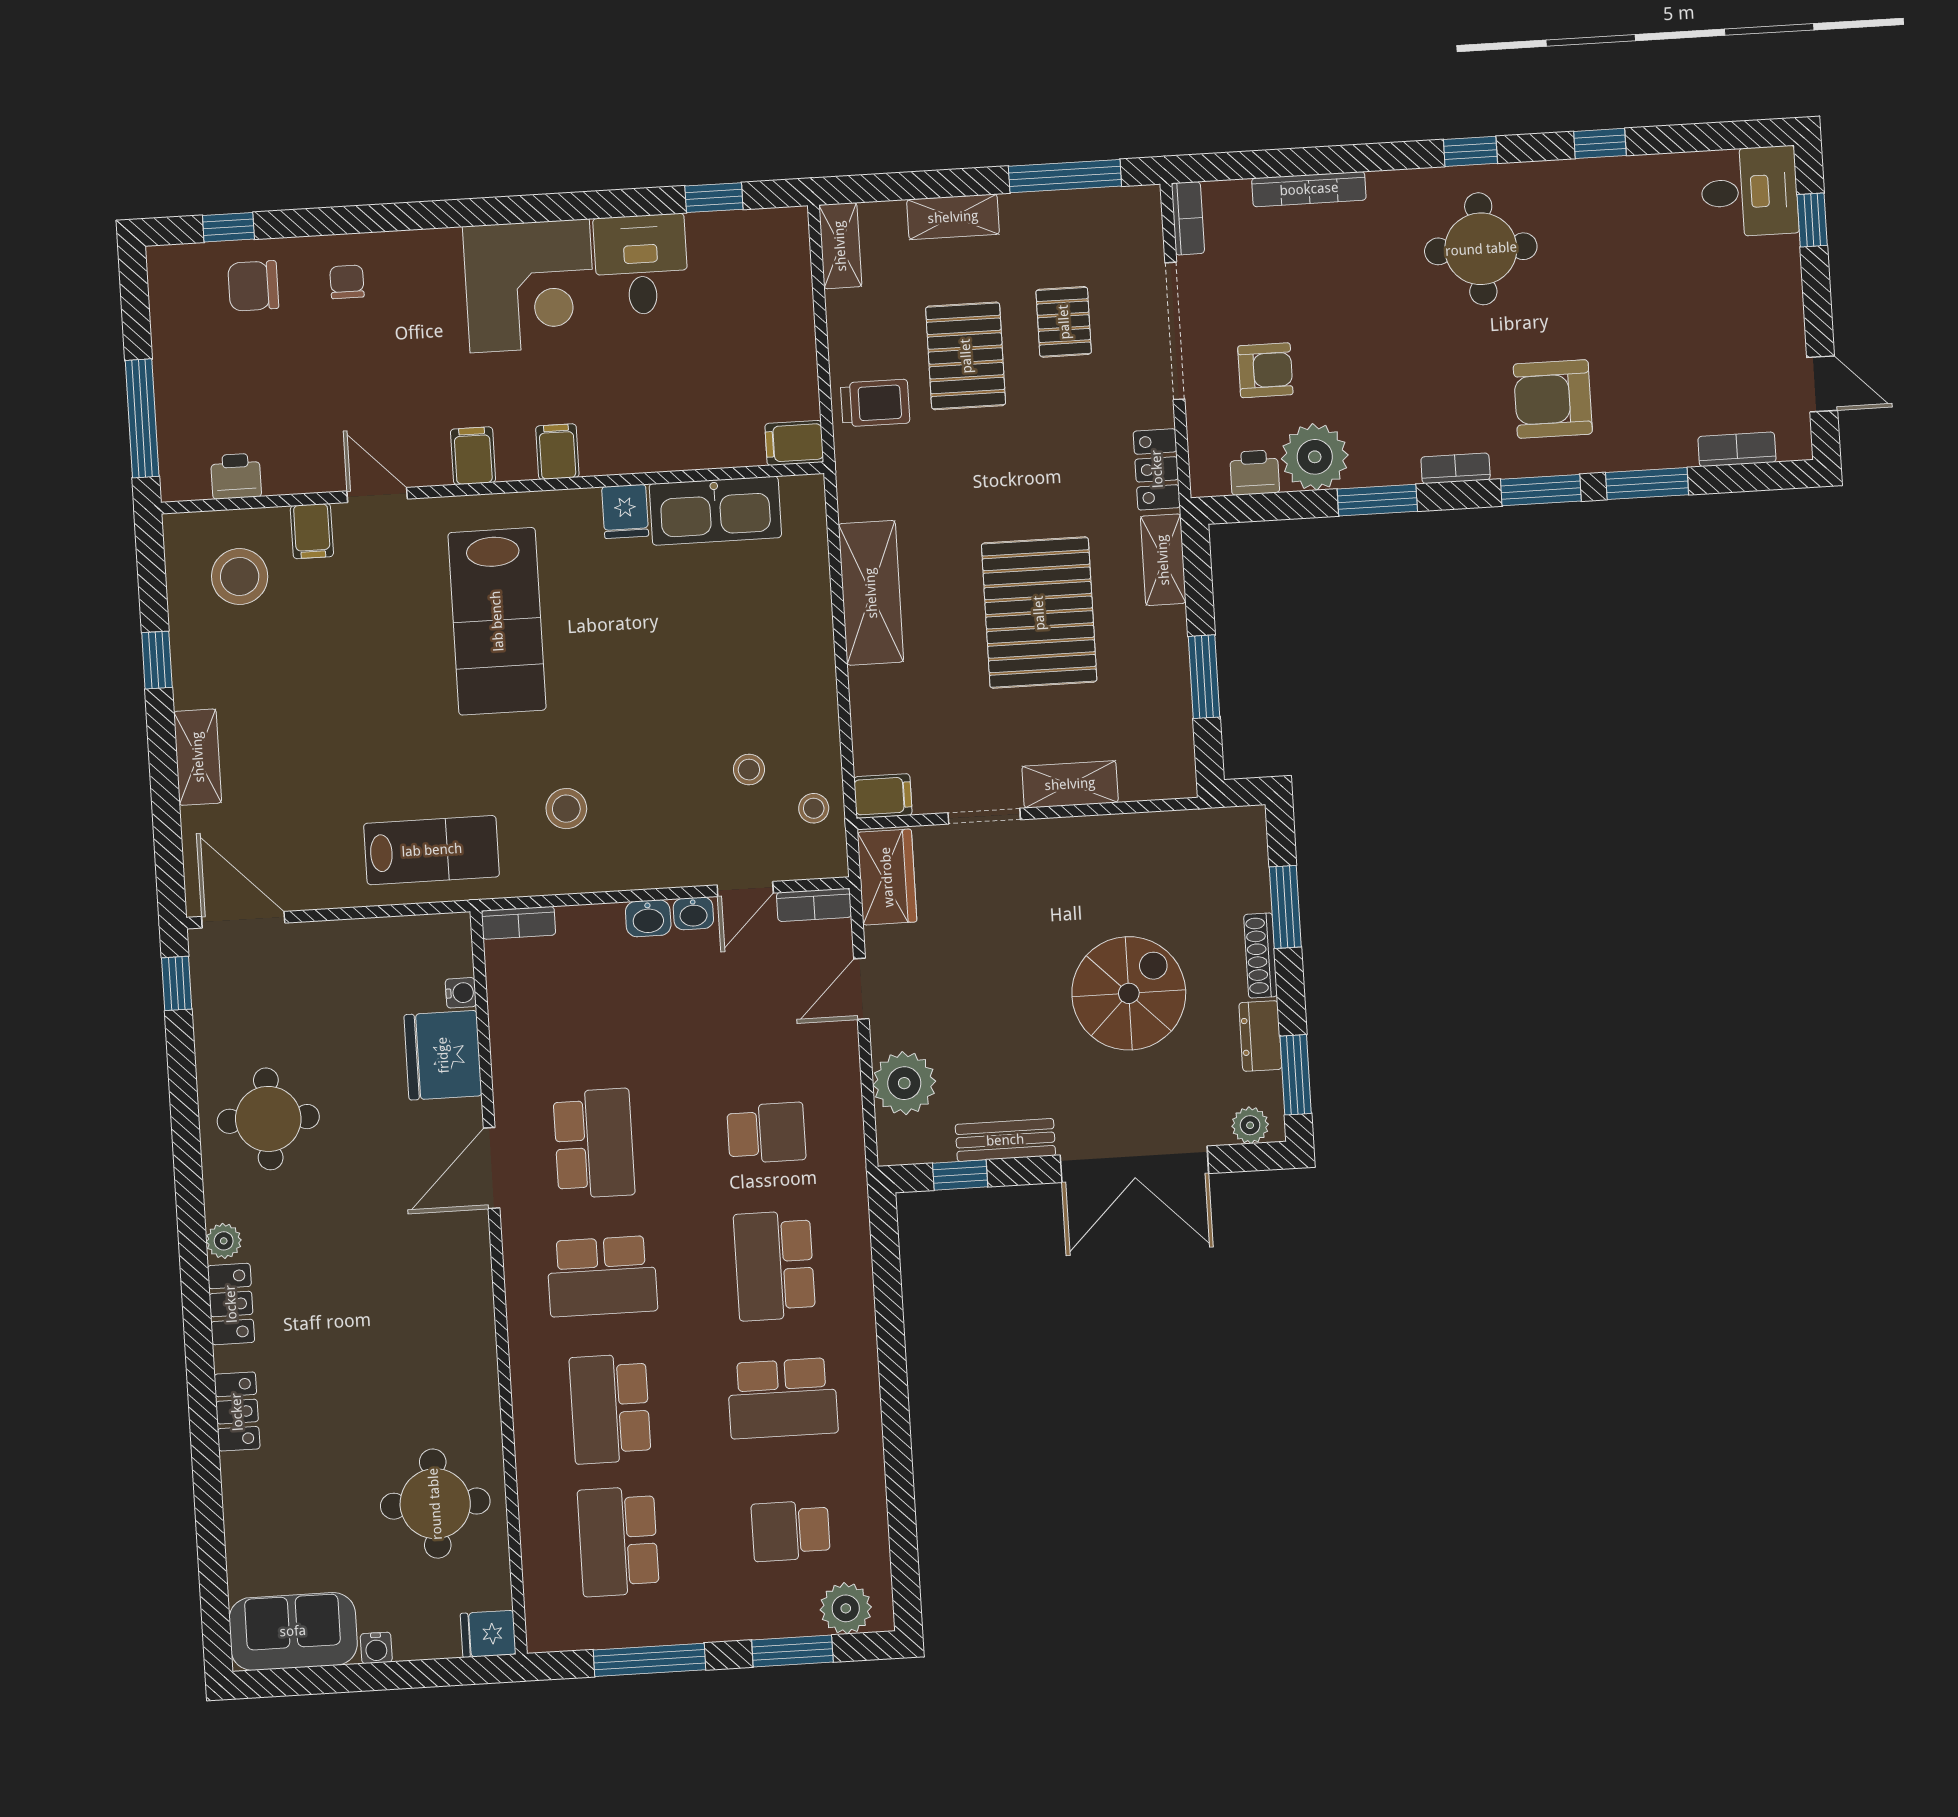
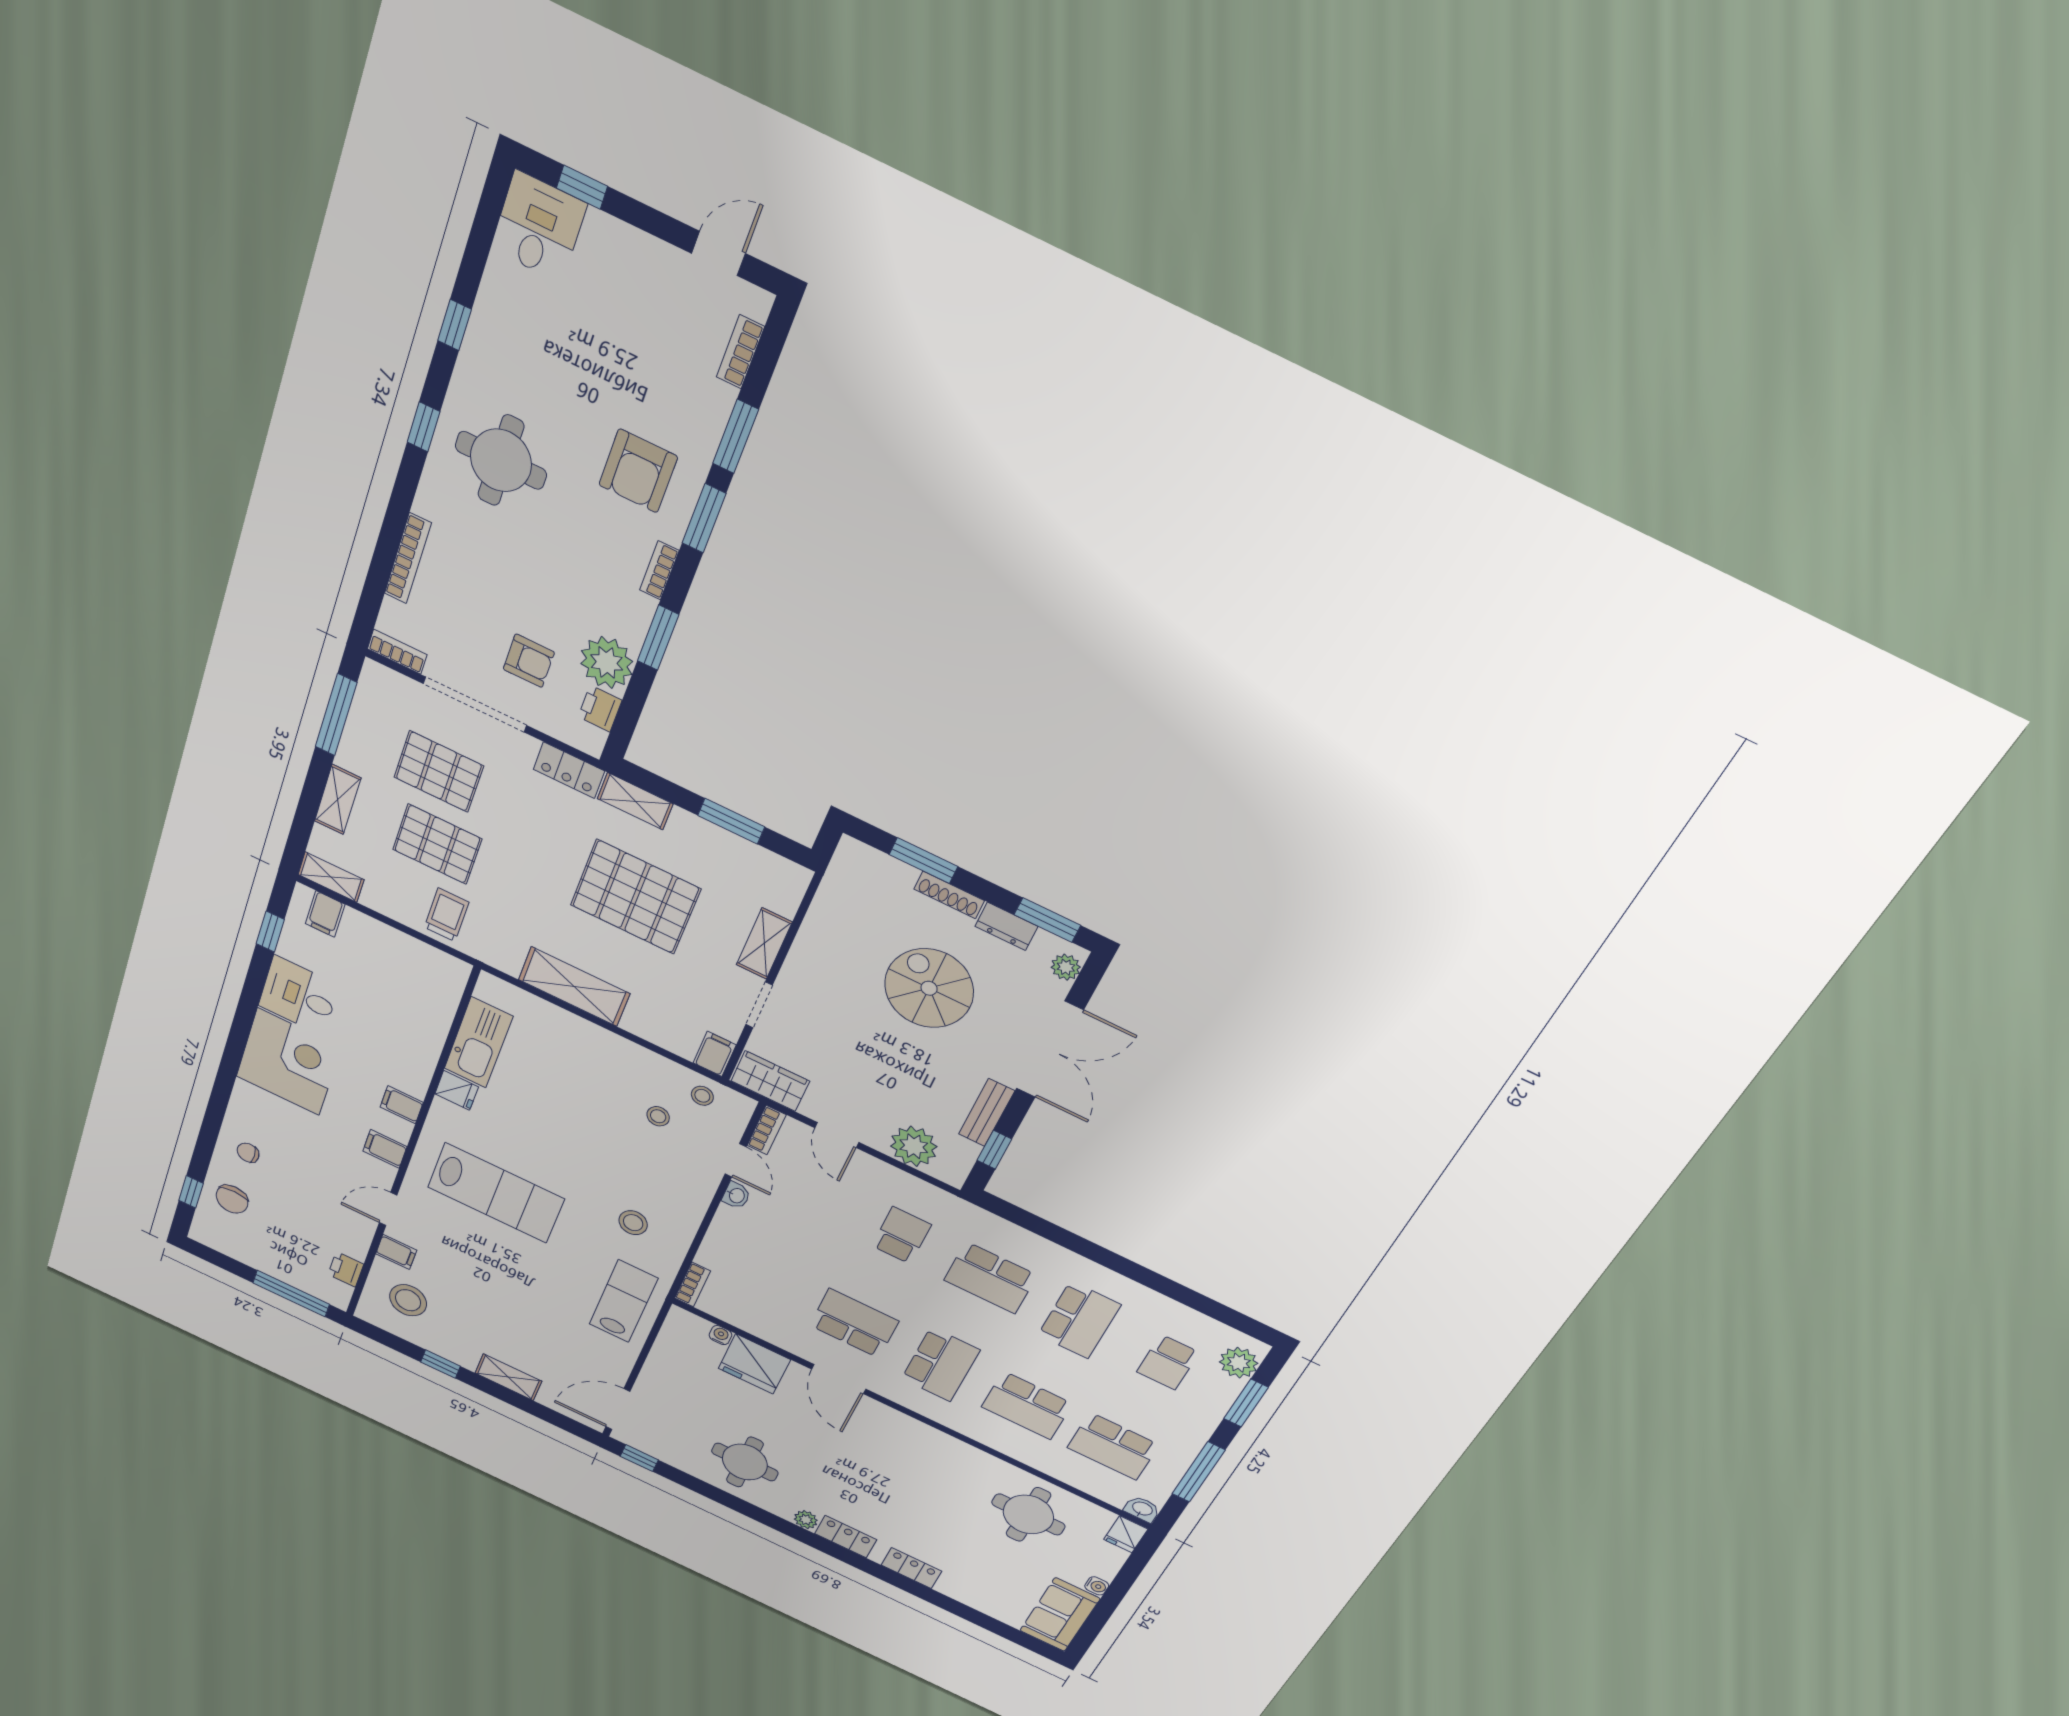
pallet: (1064, 322) -> (439, 772), width x1.50, depth x1.42
armchair: (1265, 370) -> (529, 661), turned 90
filing cabinet: (794, 443) -> (325, 914), moved
washbasin: (648, 918) -> (1142, 1509), moved, turned -90

